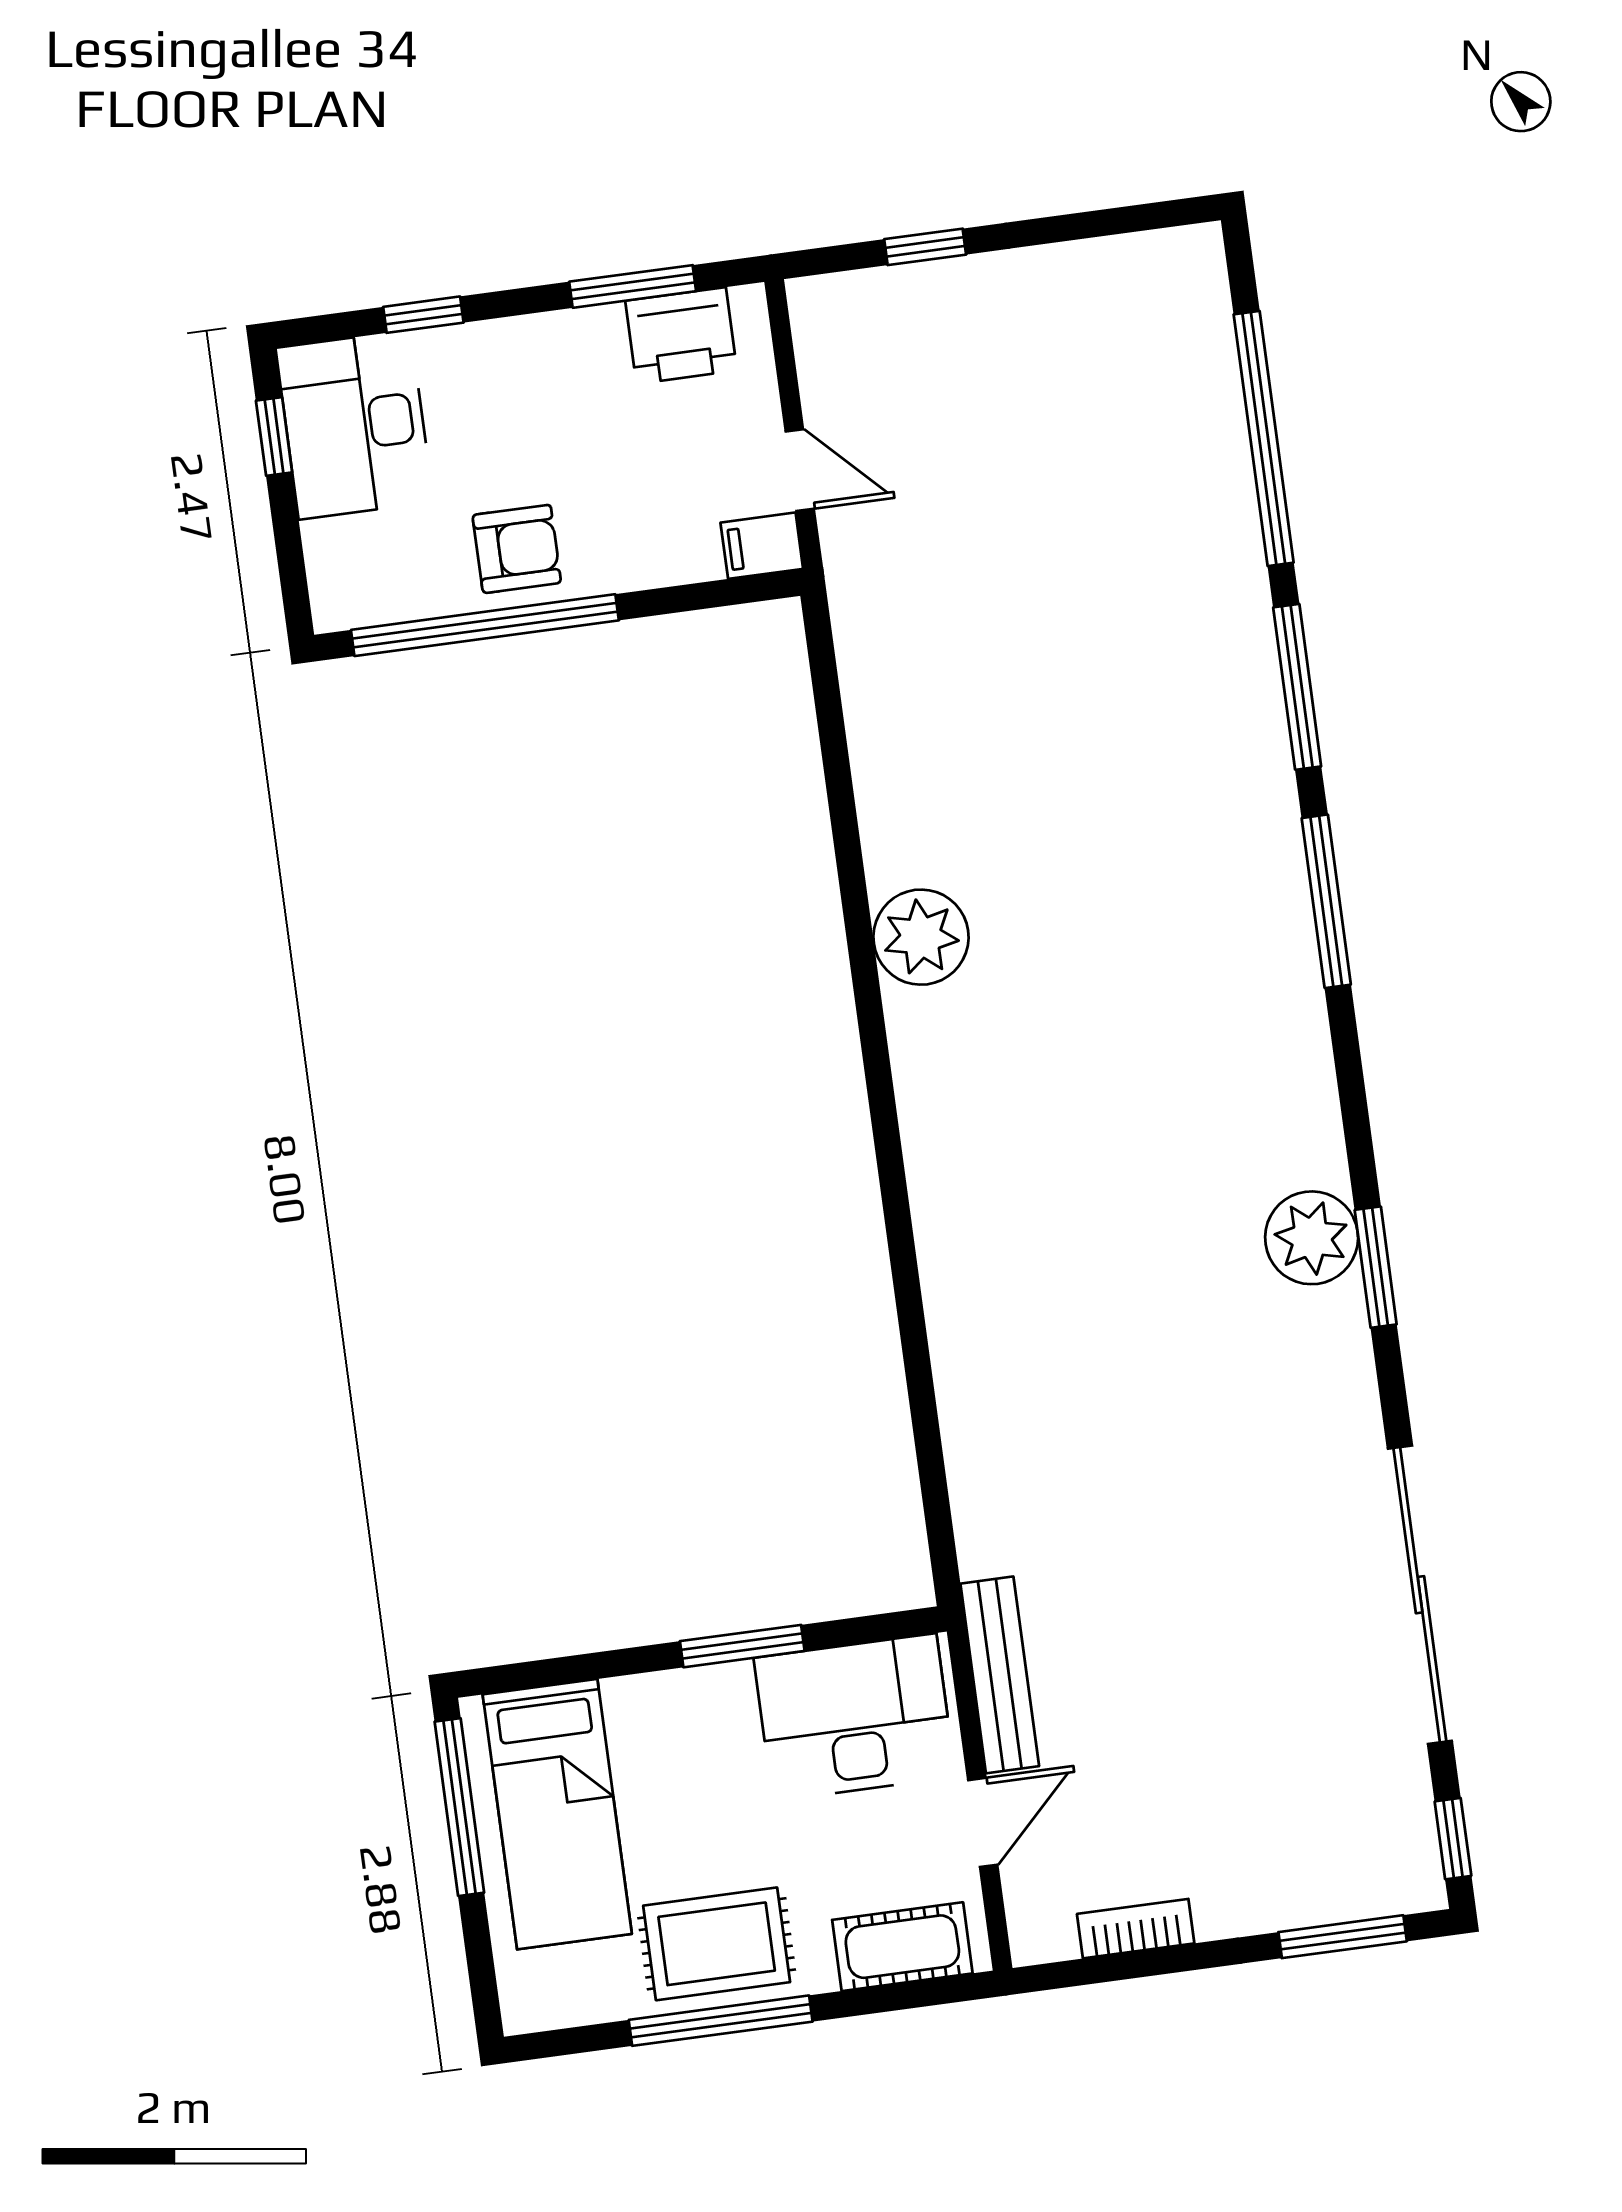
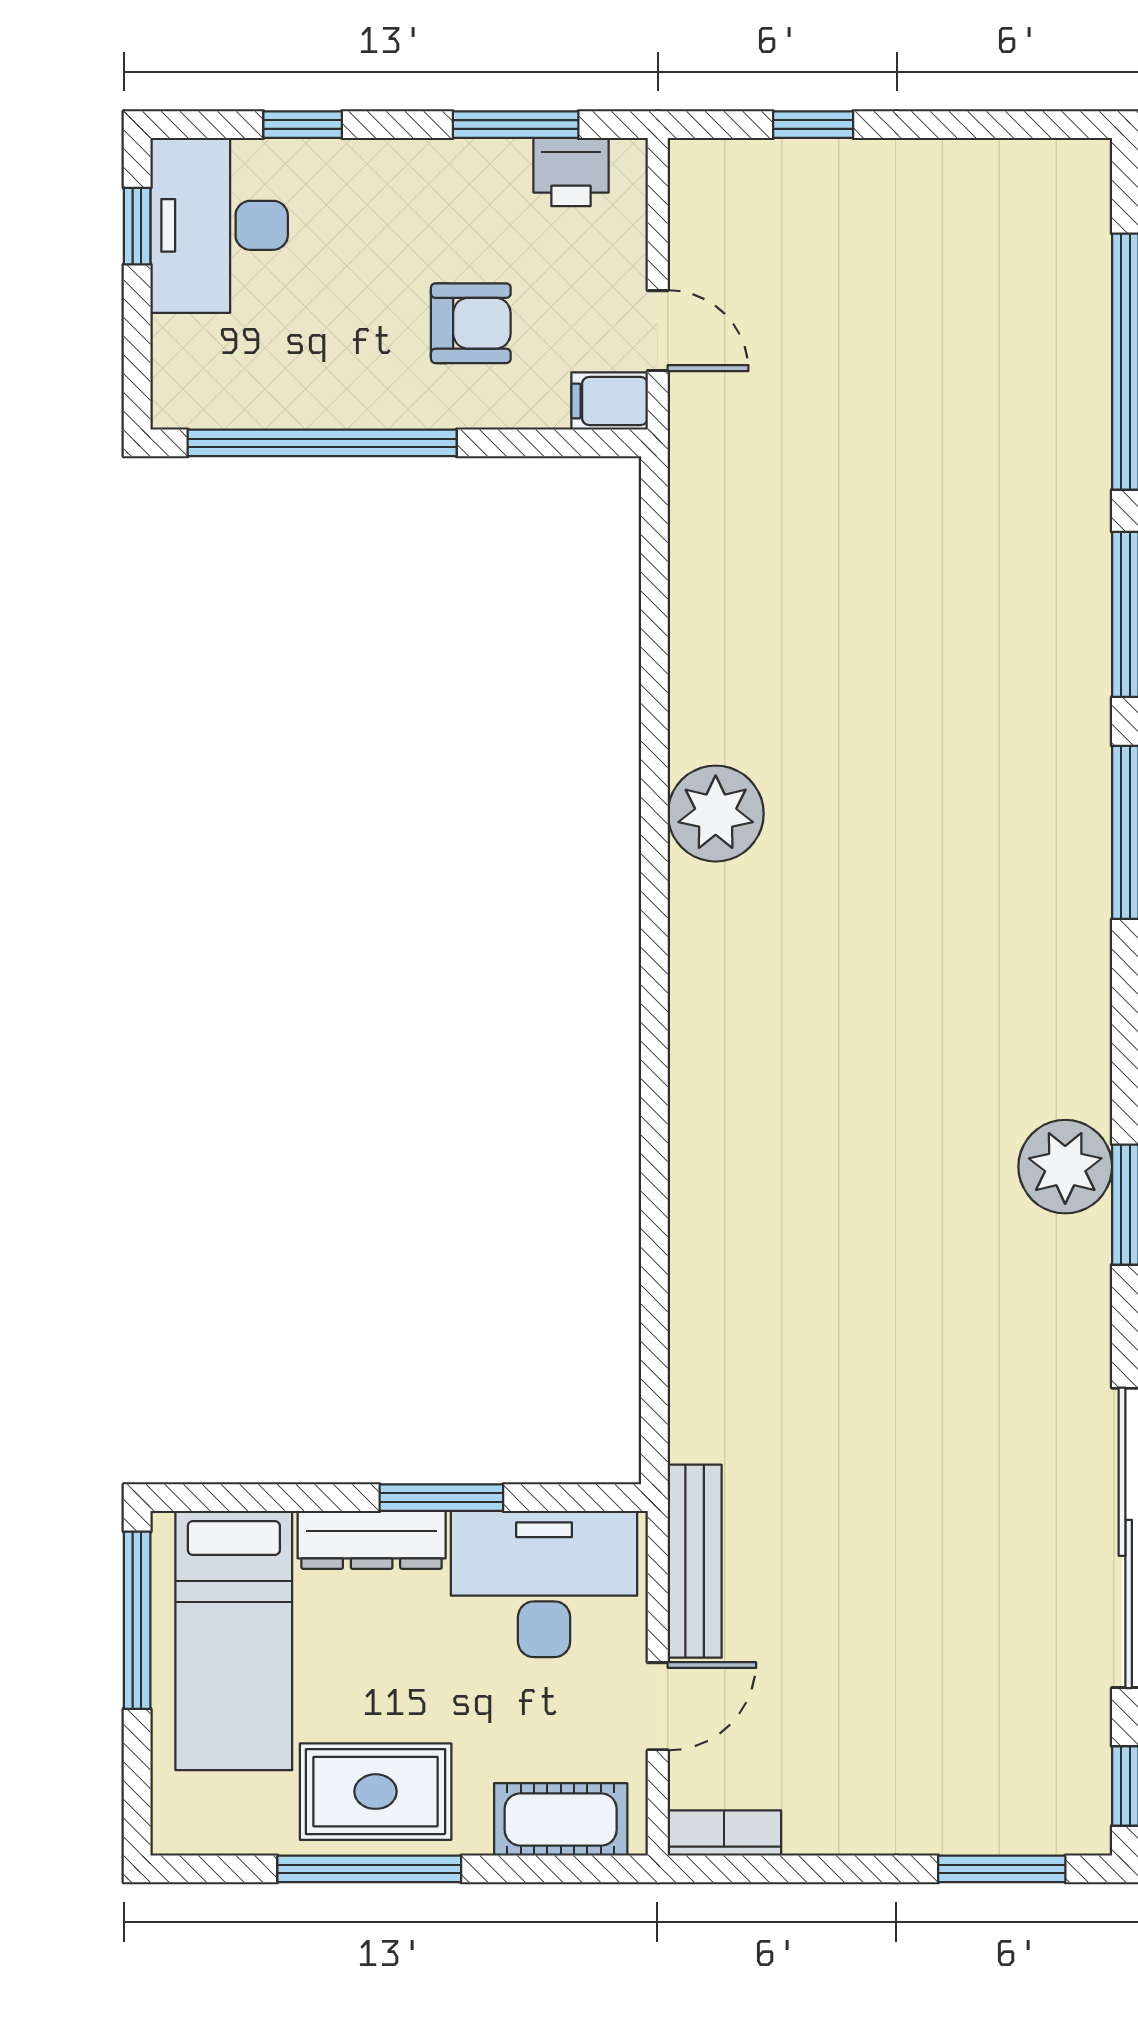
printer: (681, 336) -> (571, 172), width x0.73, depth x0.81
armchair: (517, 549) -> (471, 323), moved
dresser: (679, 1697) -> (372, 1540), added
bookcase: (1136, 1929) -> (724, 1833), moved

